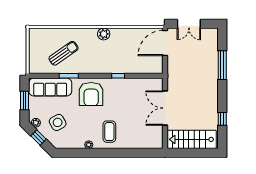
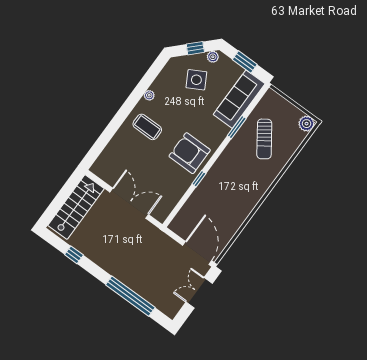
plant: (104, 34) -> (307, 124), moved
window: (222, 65) -> (130, 296), width x1.46
armchair: (91, 94) -> (190, 153), moved

